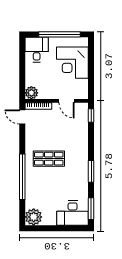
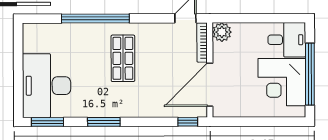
corner desk: (72, 63) -> (282, 82), moved, turned -90
door: (67, 101) -> (210, 85), width x1.87
desk: (73, 213) -> (46, 86), width x1.36, depth x1.30
plant: (34, 217) -> (35, 35), removed

